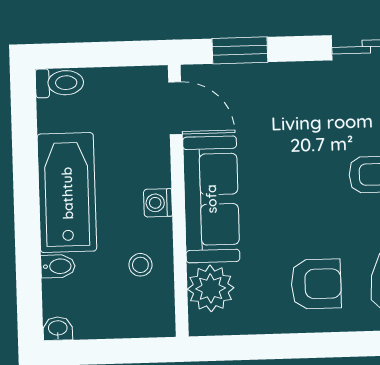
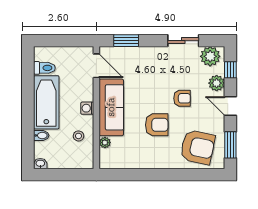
toilet: (60, 83) -> (44, 68), moved
armchair: (316, 284) -> (157, 125), moved
plant: (211, 288) -> (105, 143), width x0.53, depth x0.53

